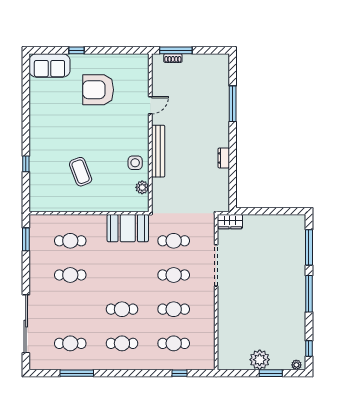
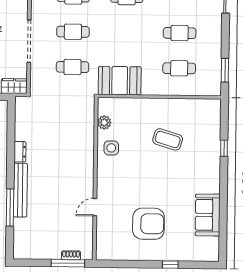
sofa: (49, 65) -> (208, 215), moved, turned -90
bench: (158, 151) -> (20, 190), moved
coffee table: (81, 172) -> (168, 139), turned -52

